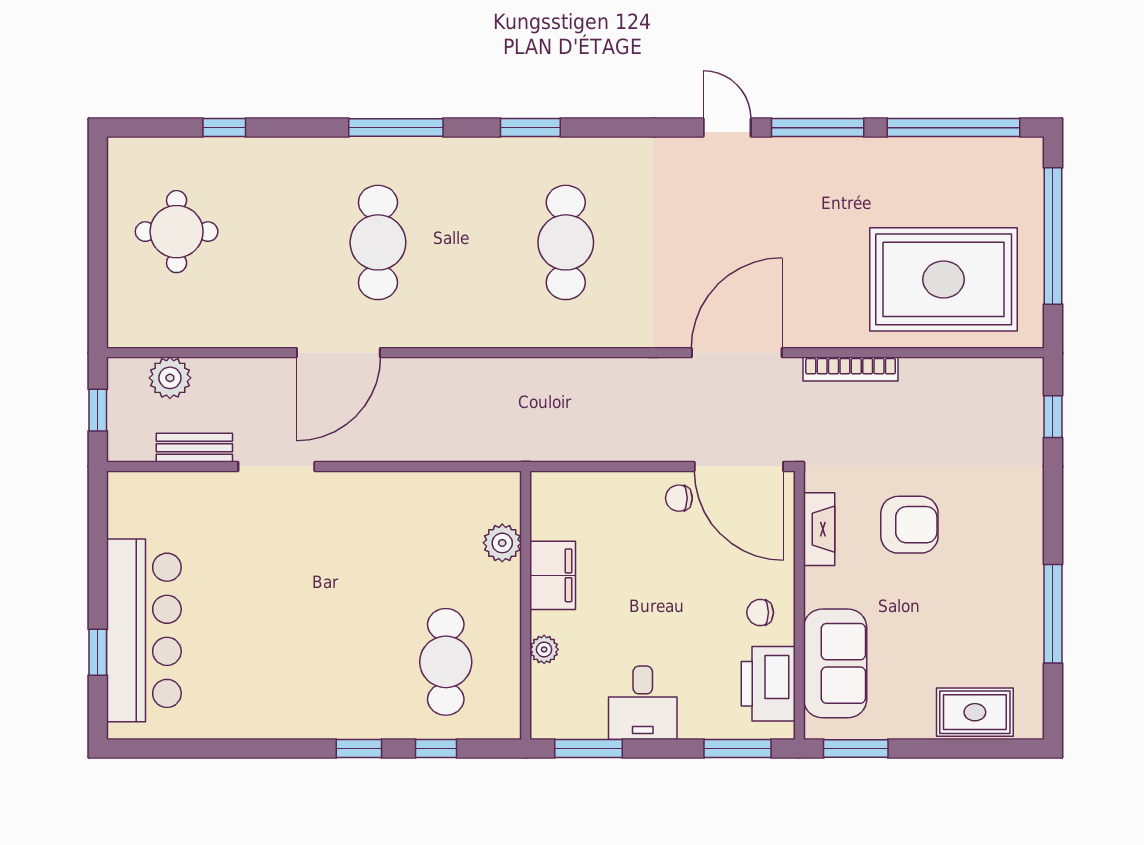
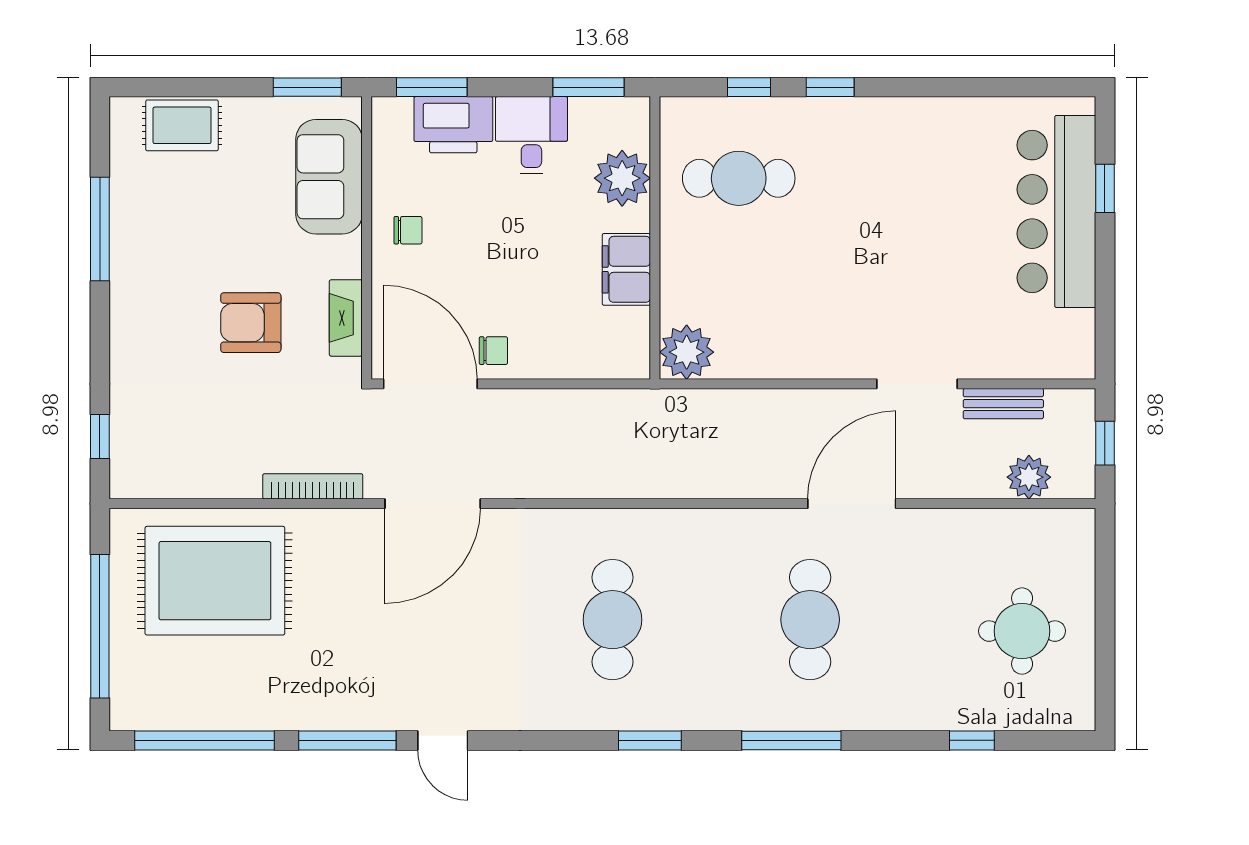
plant: (502, 543) -> (687, 352), moved, width x1.36, depth x1.36
plant: (544, 649) -> (622, 178), width x1.88, depth x1.88
cafe table: (446, 662) -> (739, 178), turned 90
printer: (768, 684) -> (453, 125), moved, turned 90

